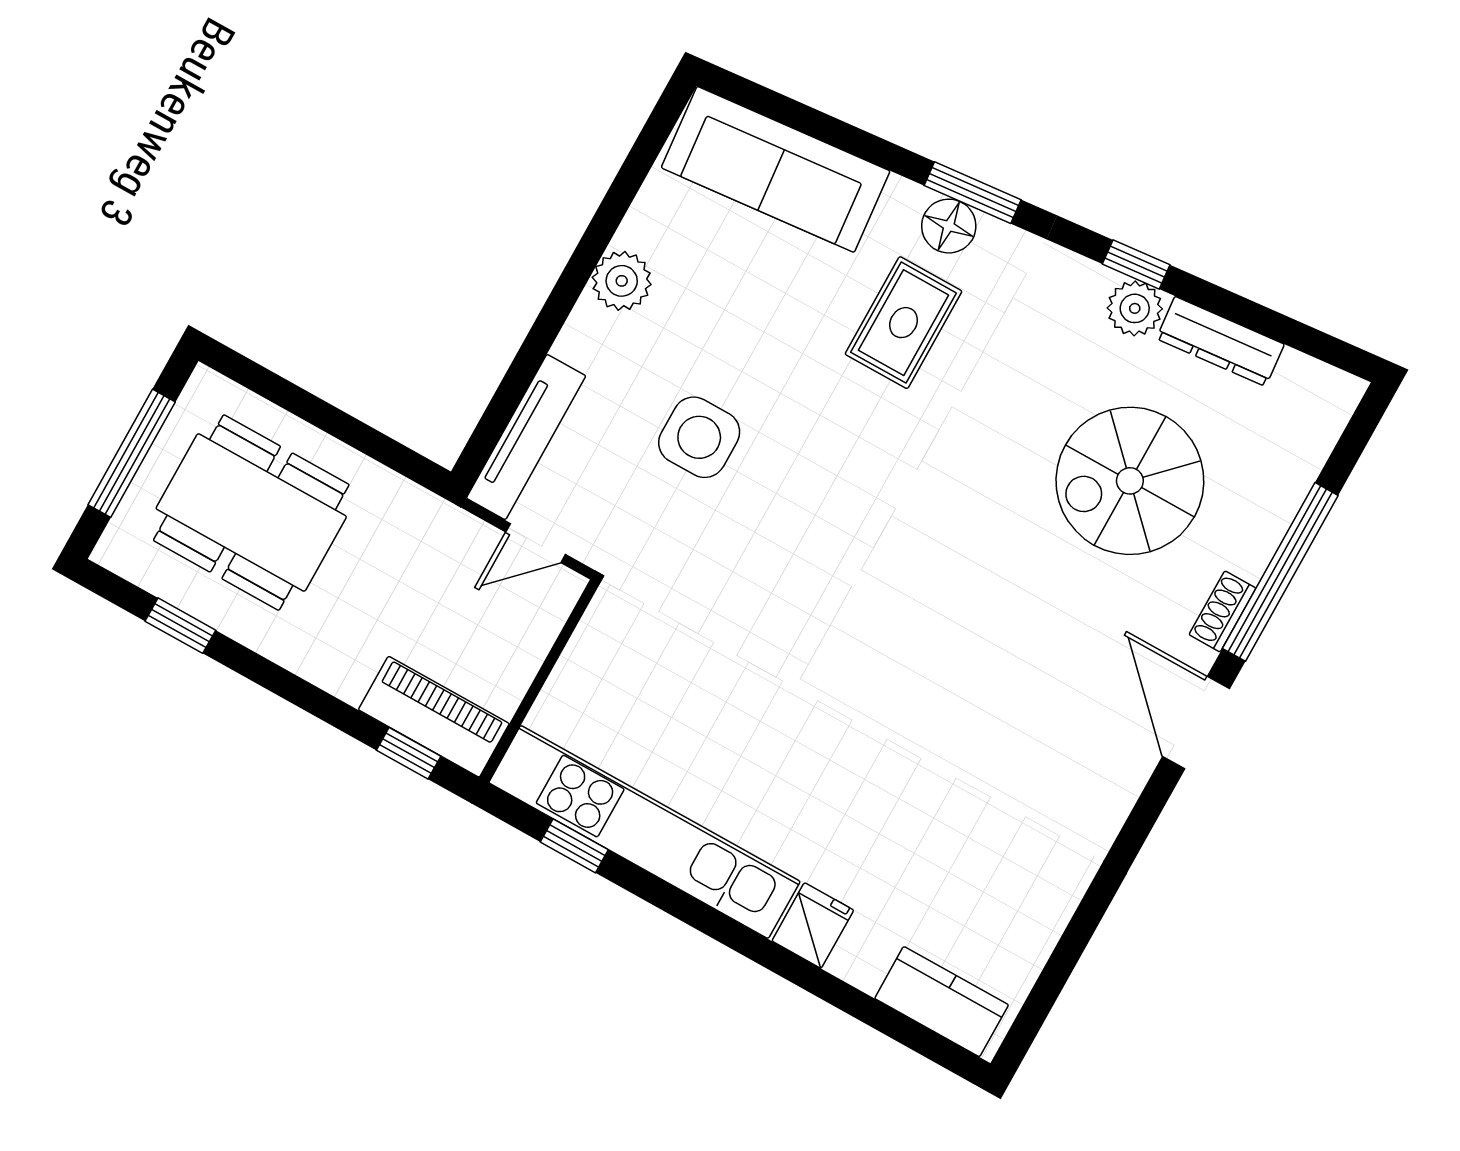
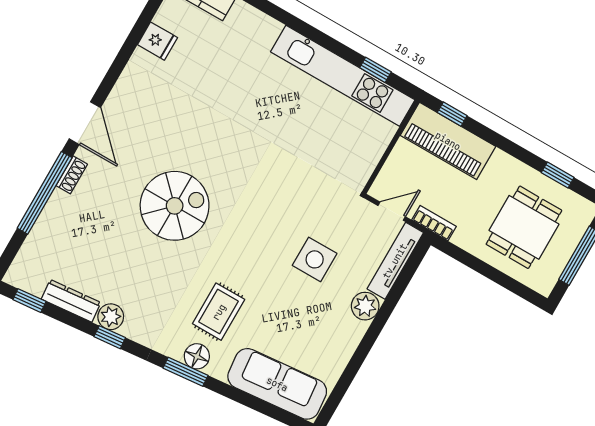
plant: (622, 281) -> (365, 306), moved
window: (1309, 341) -> (29, 301), added
spiral stairs: (1130, 481) -> (175, 206), moved
dining table: (251, 513) -> (524, 227), width x0.73
bookcase: (444, 519) -> (434, 223), added
piano: (434, 717) -> (448, 141), width x1.37, depth x1.33
fridge: (813, 925) -> (157, 41), moved, turned -90

